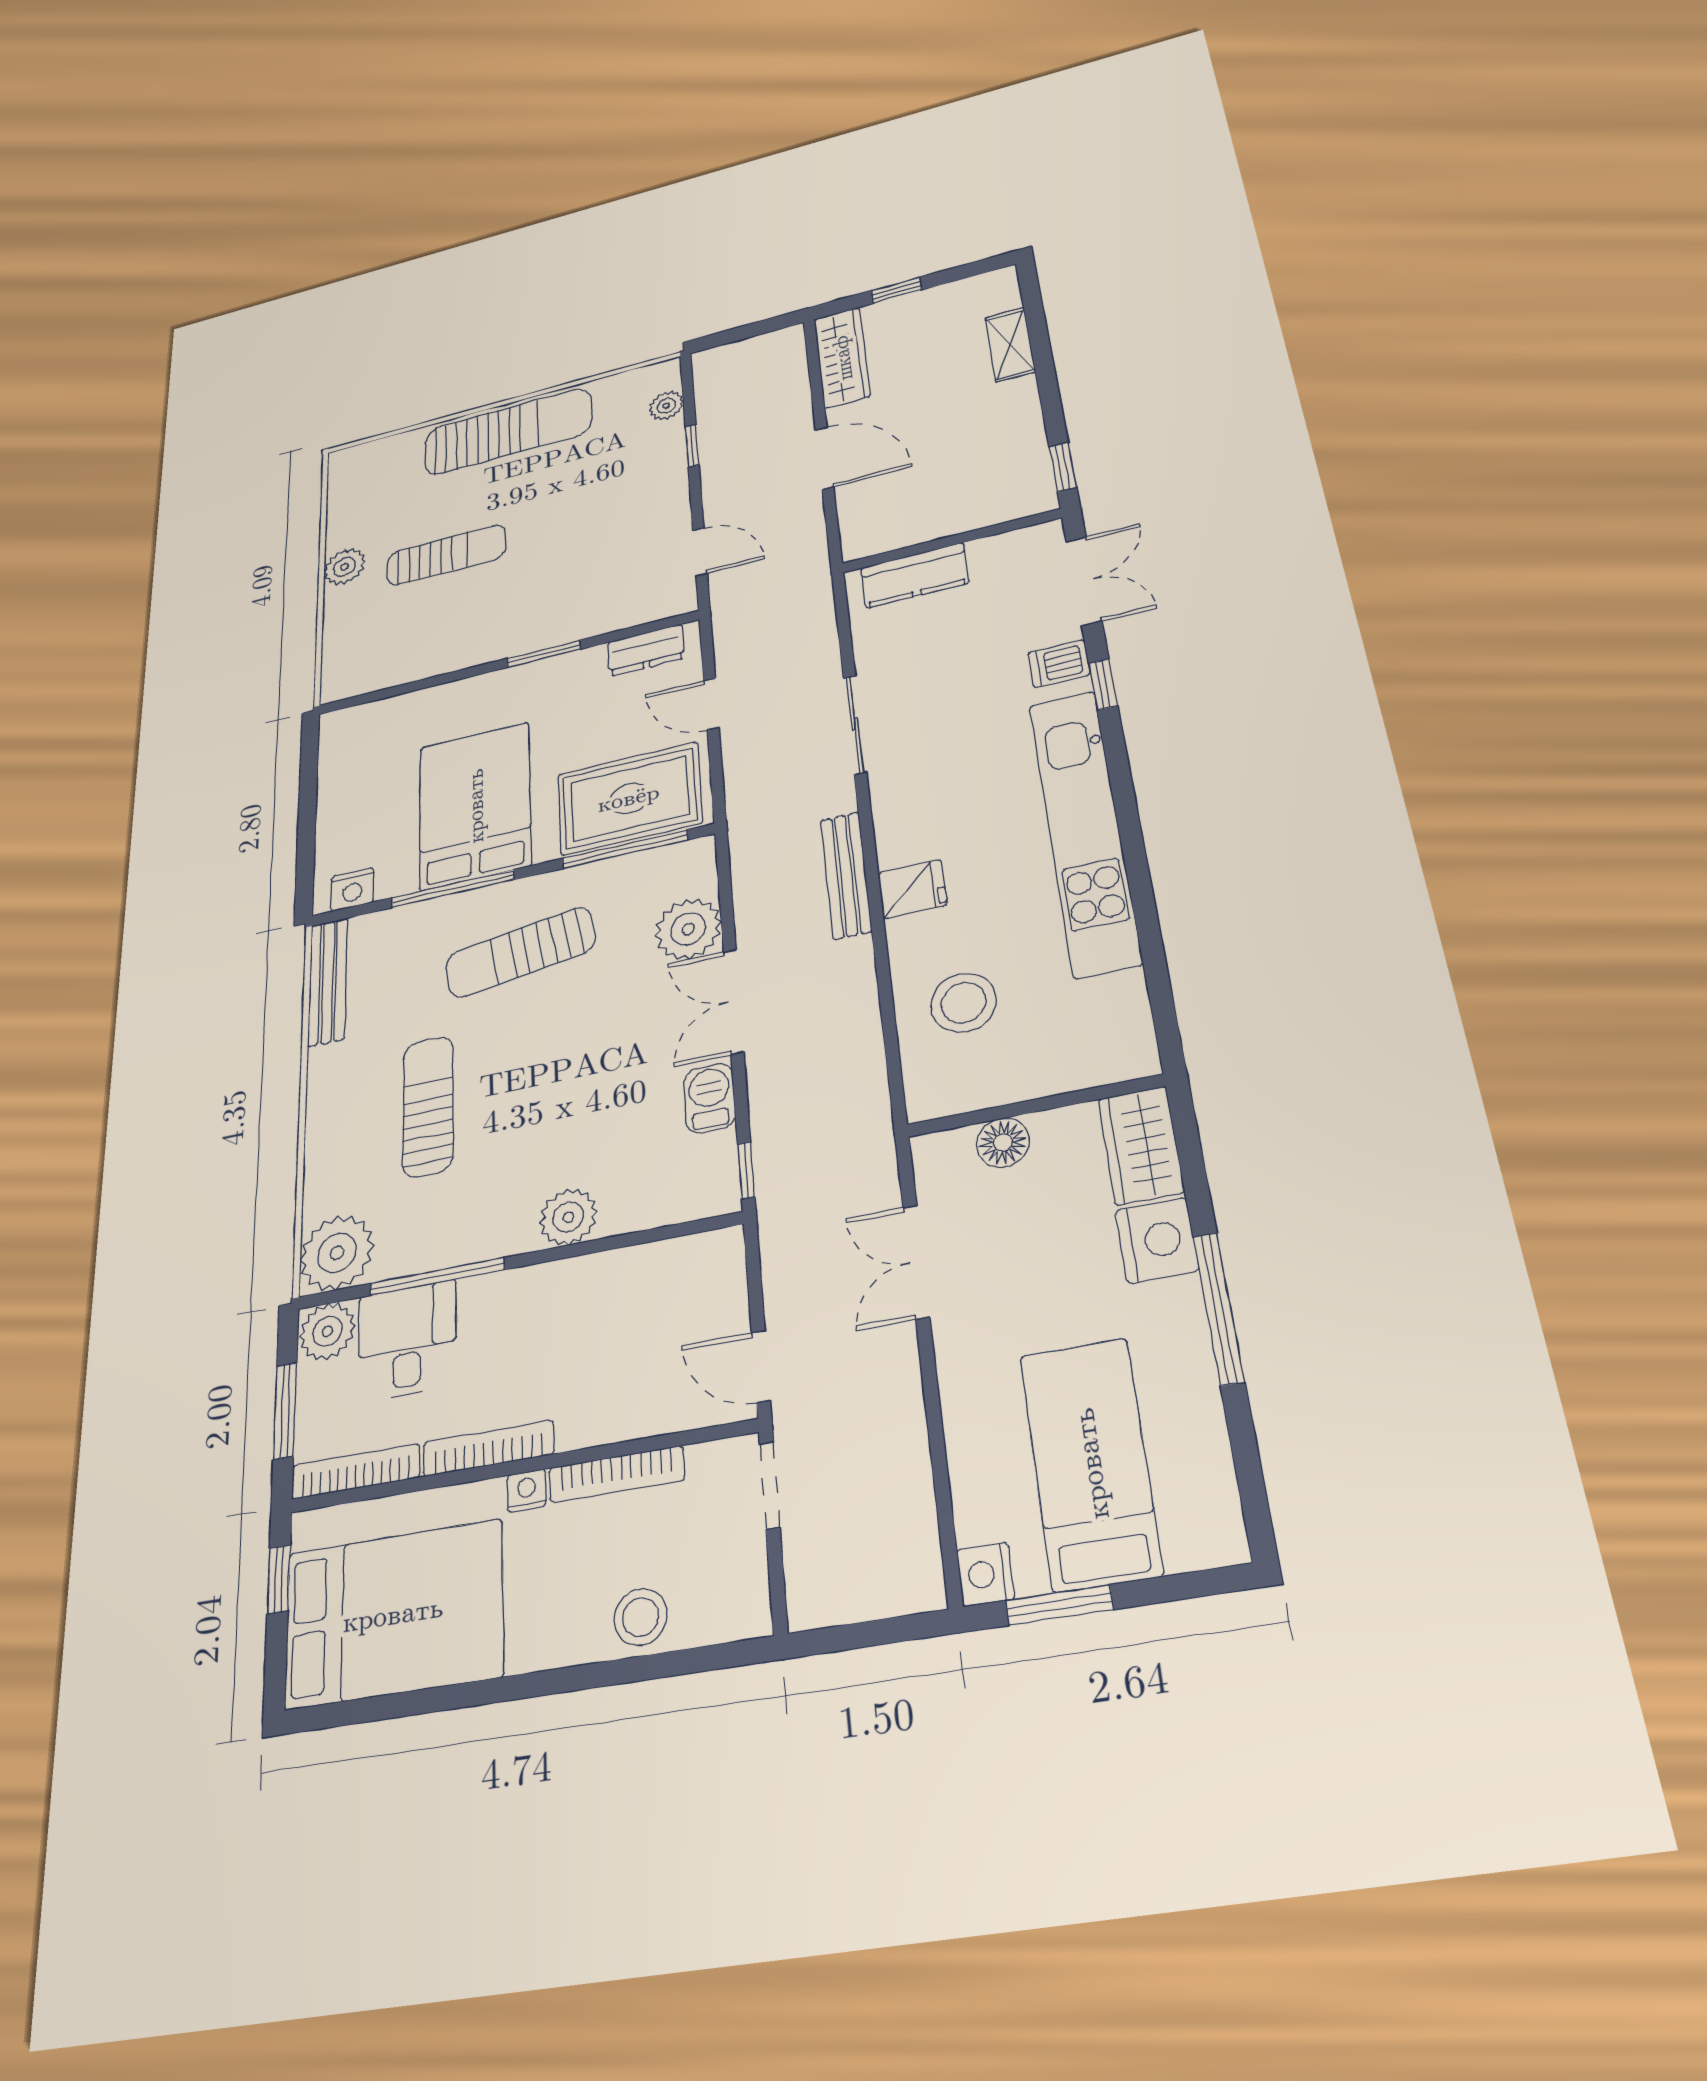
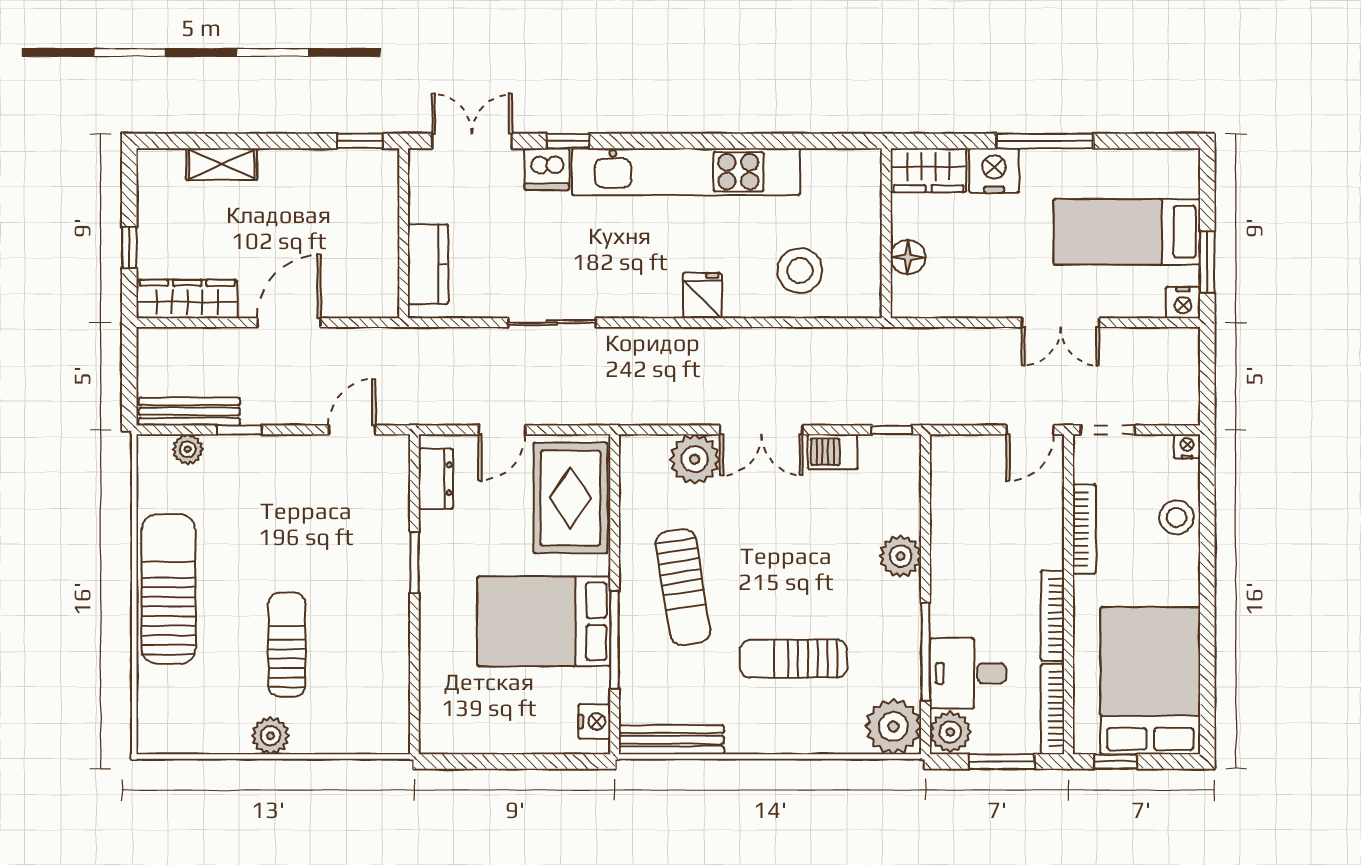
dishwasher: (1059, 664) -> (547, 169), width x1.38
window: (625, 849) -> (615, 504), removed
bench: (846, 875) -> (189, 411), moved
double door: (916, 1262) -> (1061, 323), moved
nightstand: (527, 1491) -> (1187, 446), moved, turned 90

